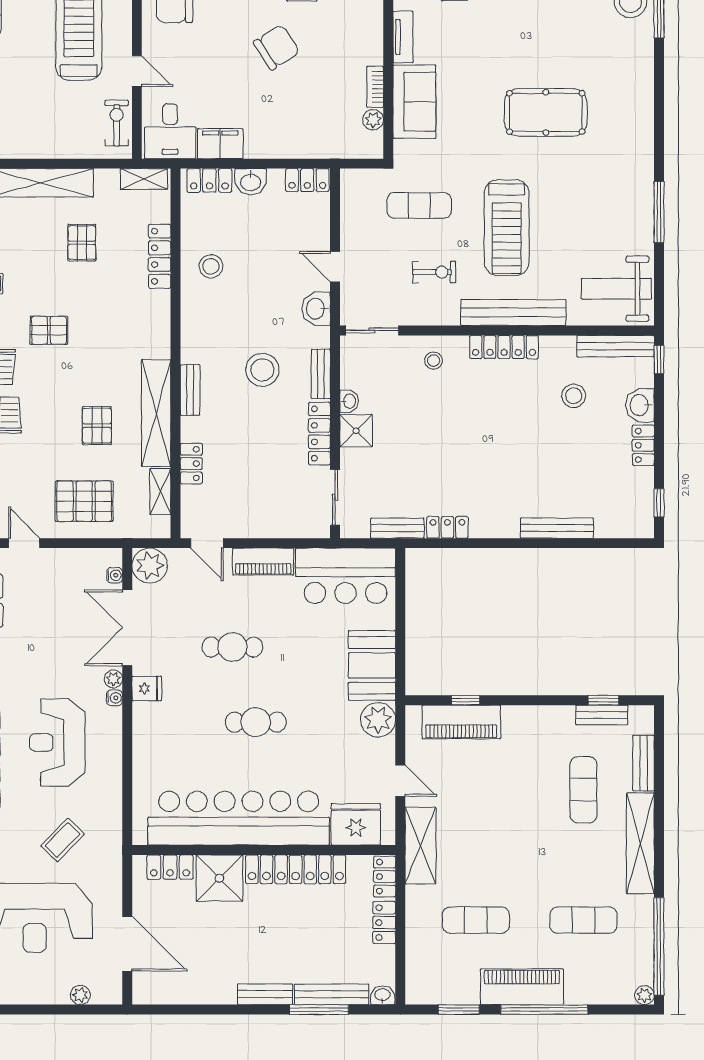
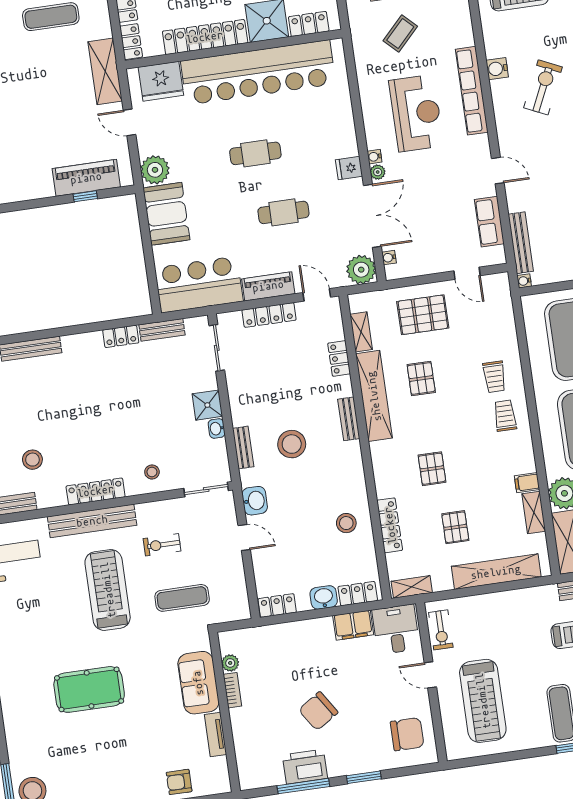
pallet: (49, 330) -> (432, 469), moved, turned 90
locker: (319, 434) -> (269, 315), moved, turned 90

